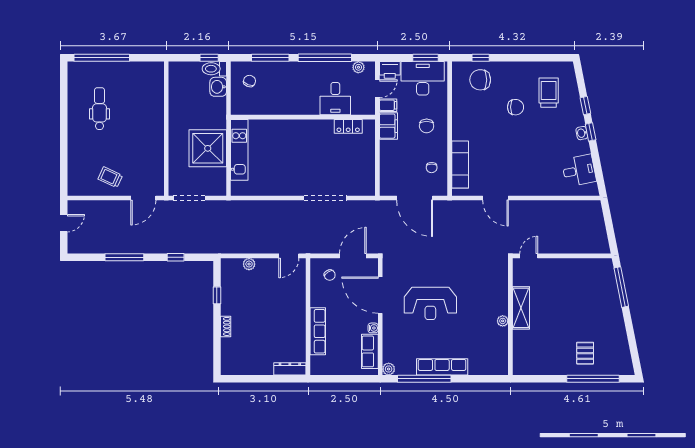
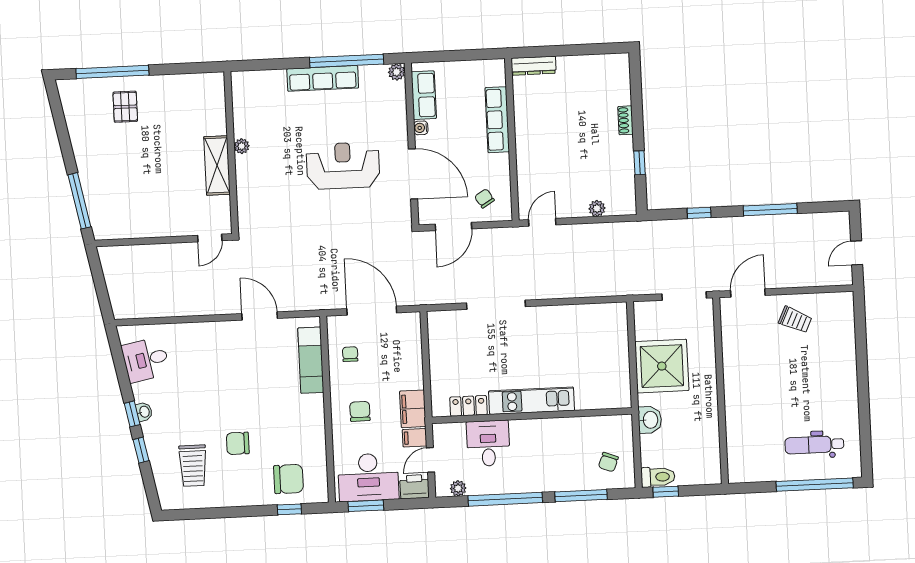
washbasin: (218, 87) -> (650, 420), moved
dental chair: (99, 109) -> (814, 445), moved, turned 90
kitchen unit: (239, 150) -> (532, 401), moved, turned 90

